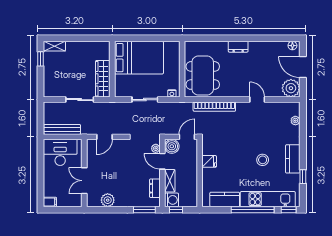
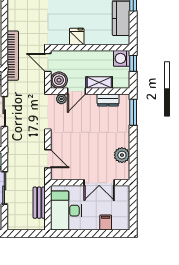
bookcase: (214, 107) -> (13, 56), moved
bench: (62, 129) -> (39, 203), width x0.73
washing machine: (172, 200) -> (122, 58), moved, turned -90
filing cabinet: (50, 202) -> (106, 223), moved
window: (176, 210) -> (133, 63), moved

